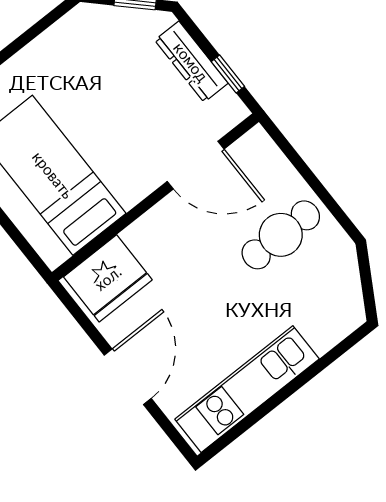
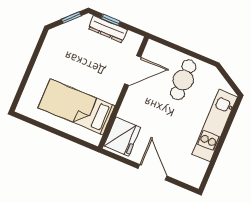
window: (228, 74) -> (111, 20), moved
kitchen unit: (247, 389) -> (215, 125), moved

